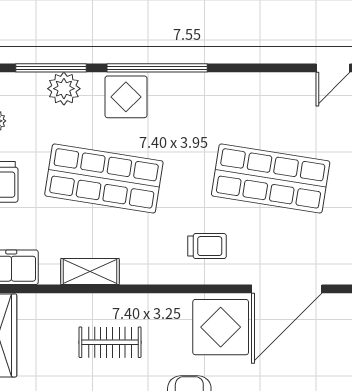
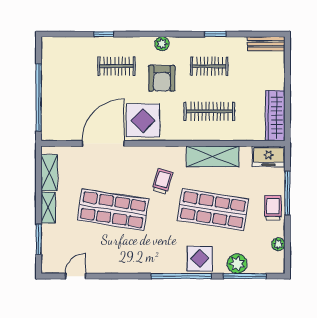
trolley: (207, 246) -> (163, 181), moved, turned 106
shelving: (90, 272) -> (213, 156), width x1.50, depth x1.33
clothes rail: (110, 342) -> (209, 111), width x1.36

